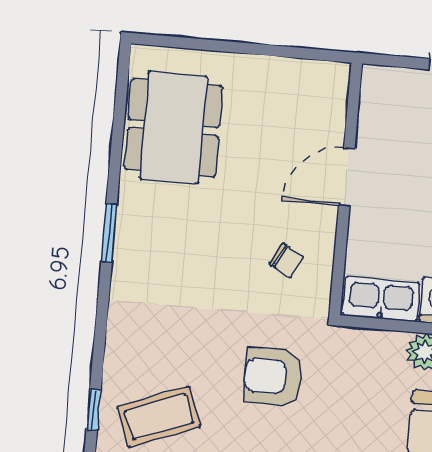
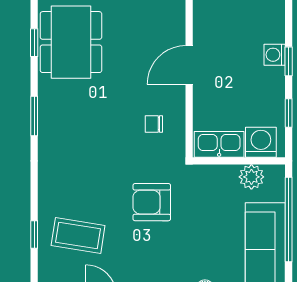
window: (119, 123) -> (34, 43), added
chair: (286, 260) -> (154, 124), turned 151
coffee table: (159, 417) -> (78, 235), turned 30

